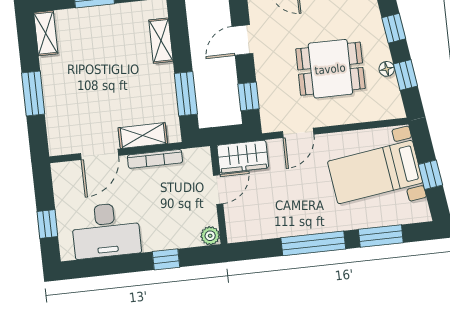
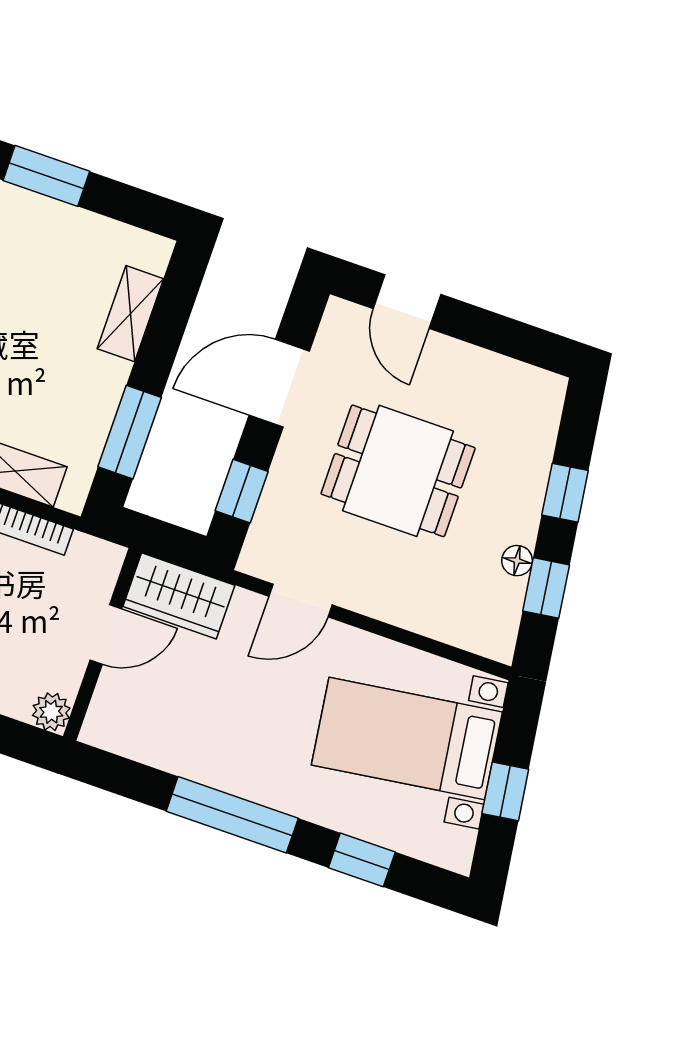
door: (242, 40) -> (279, 383), width x1.38
dining table: (330, 69) -> (398, 471), moved
window: (381, 236) -> (362, 860), width x0.67

